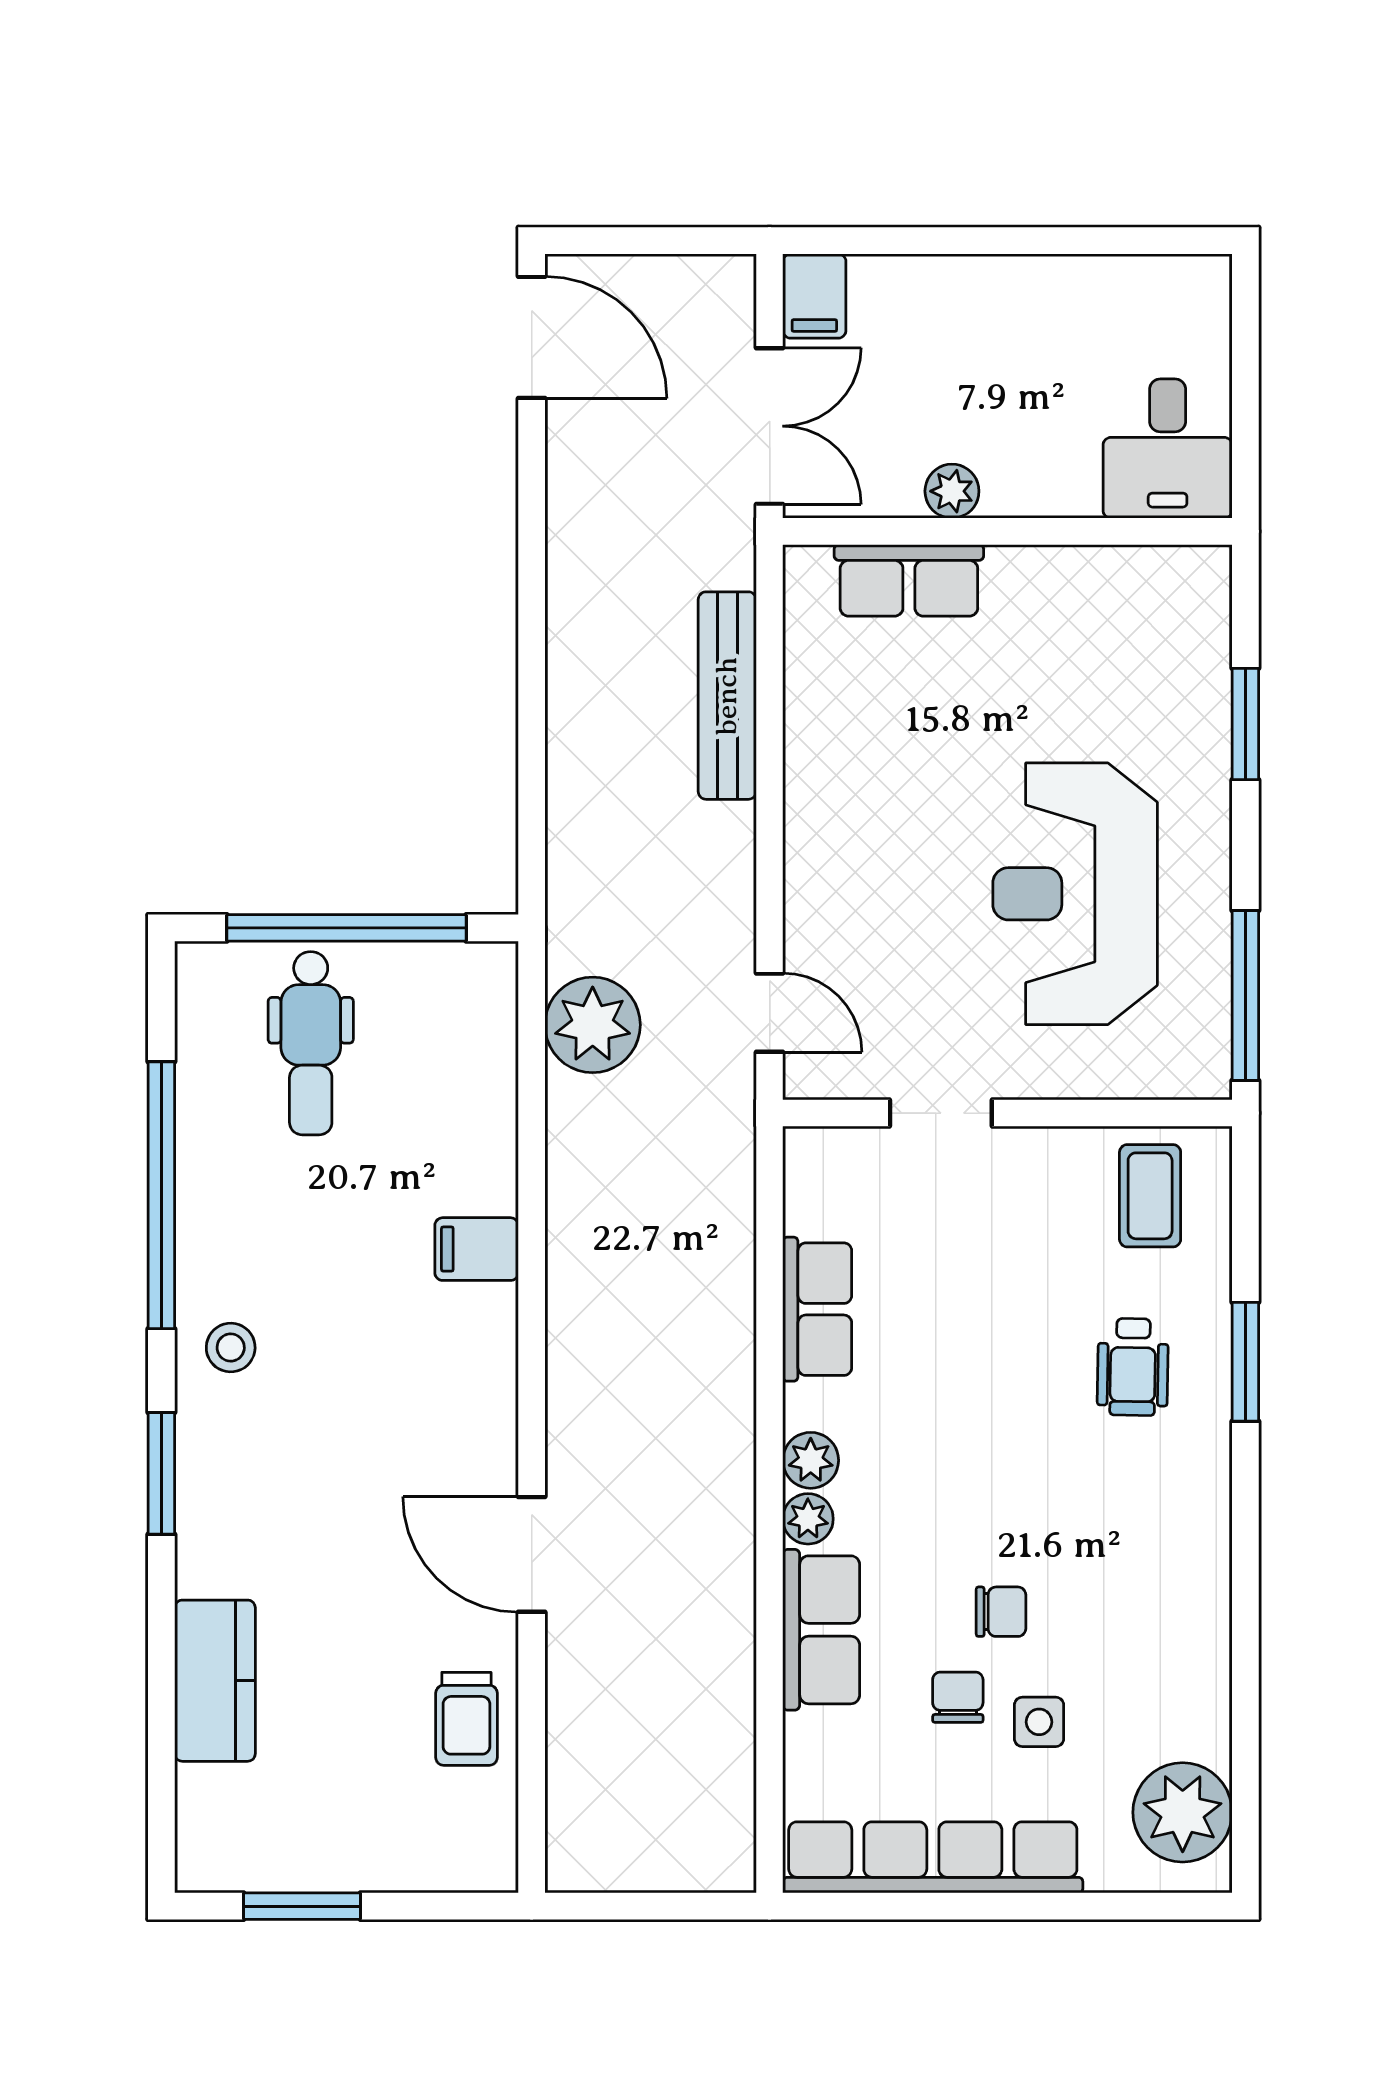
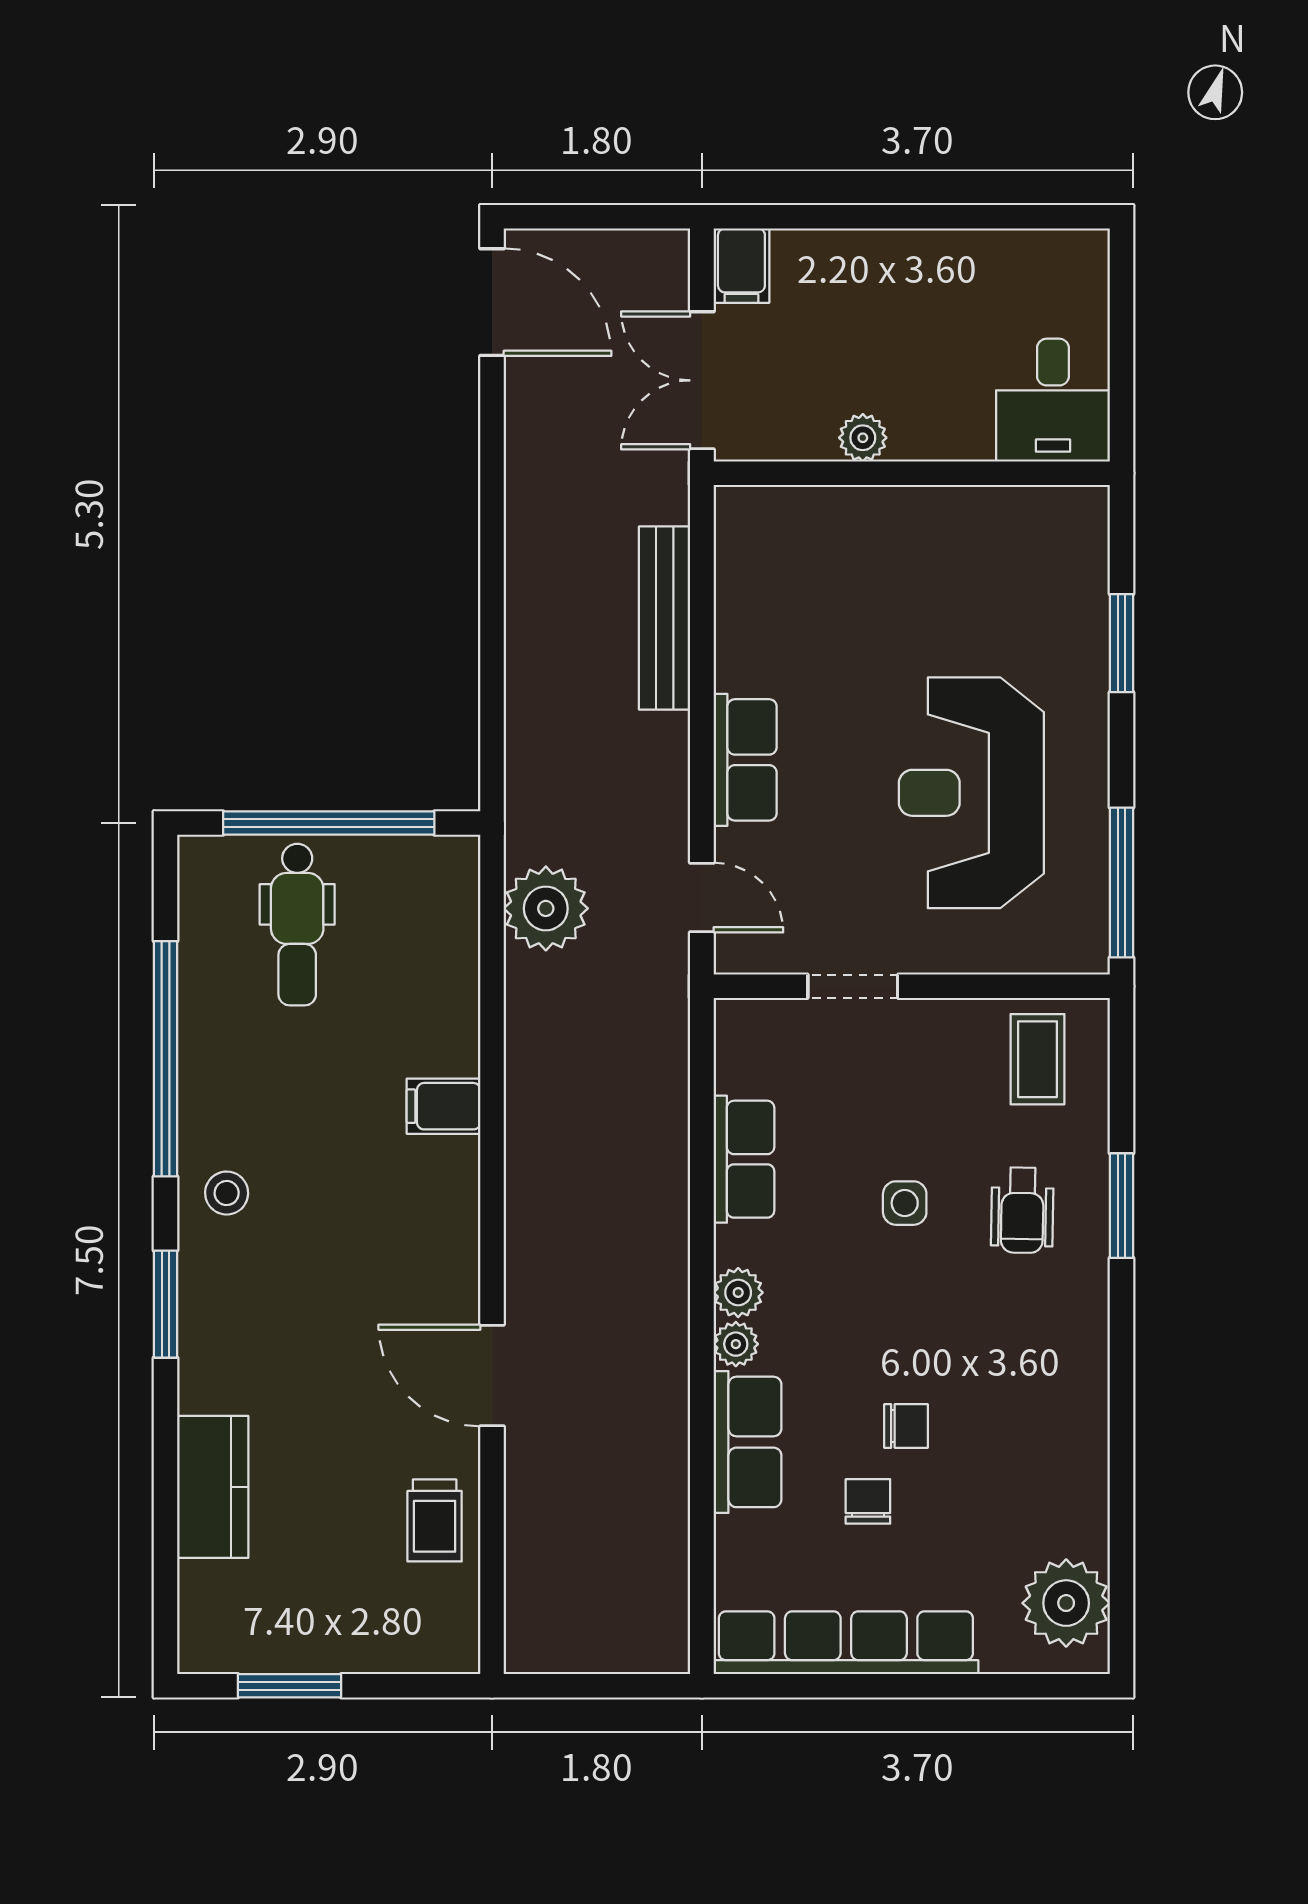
double door: (770, 426) -> (702, 380), swing flipped
row of seats: (909, 580) -> (745, 760), moved, turned -90
side table: (1039, 1722) -> (905, 1203), moved

